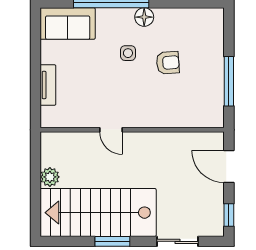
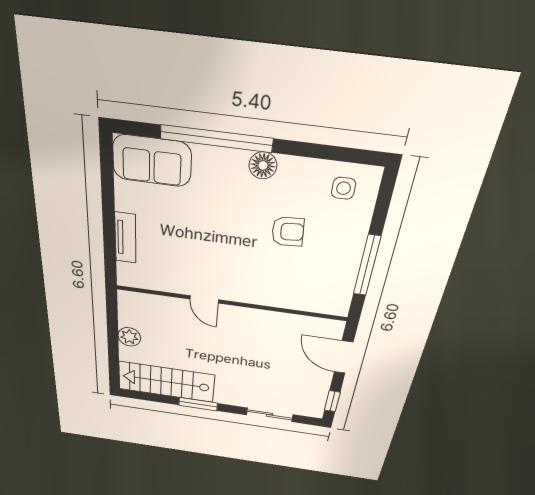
side table: (128, 53) -> (344, 188), moved
stairs: (98, 213) -> (166, 382), width x0.73, depth x0.66

